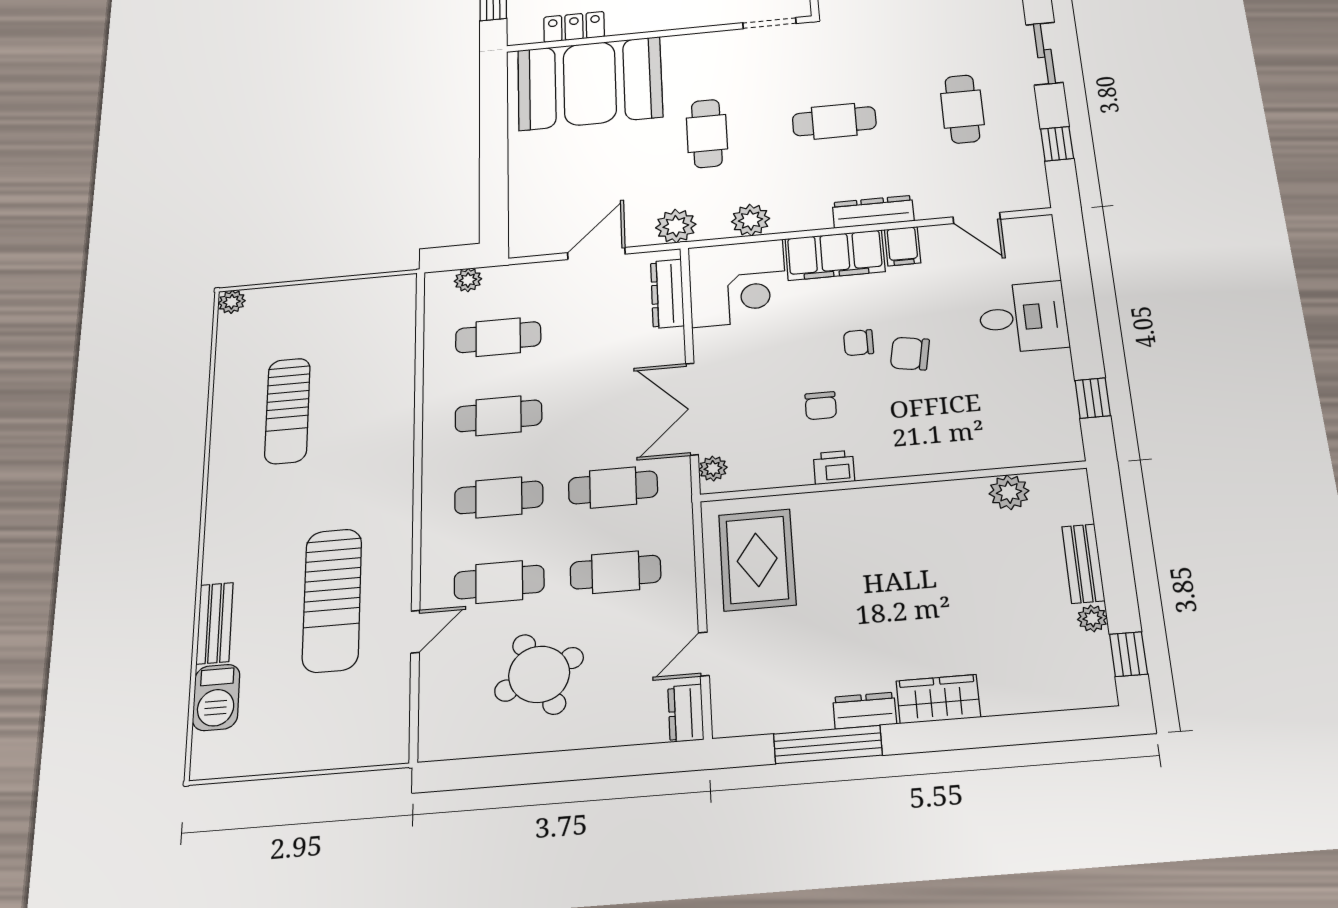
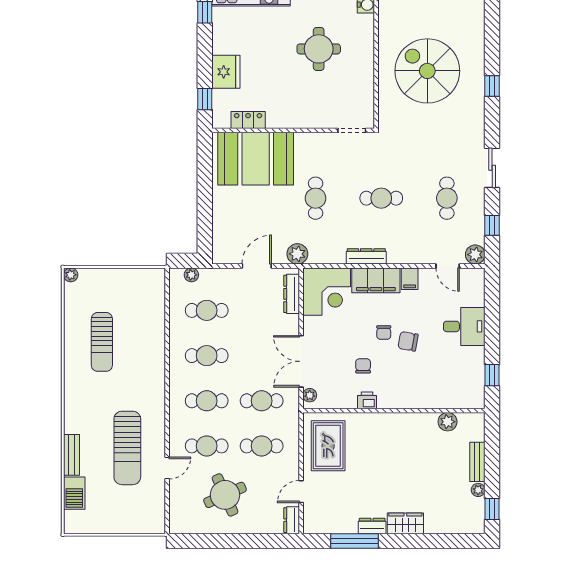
dresser: (873, 212) -> (366, 256), moved
plant: (751, 220) -> (475, 255), moved
chair: (859, 343) -> (384, 332), turned -90
chair: (821, 406) -> (363, 366), turned 180

